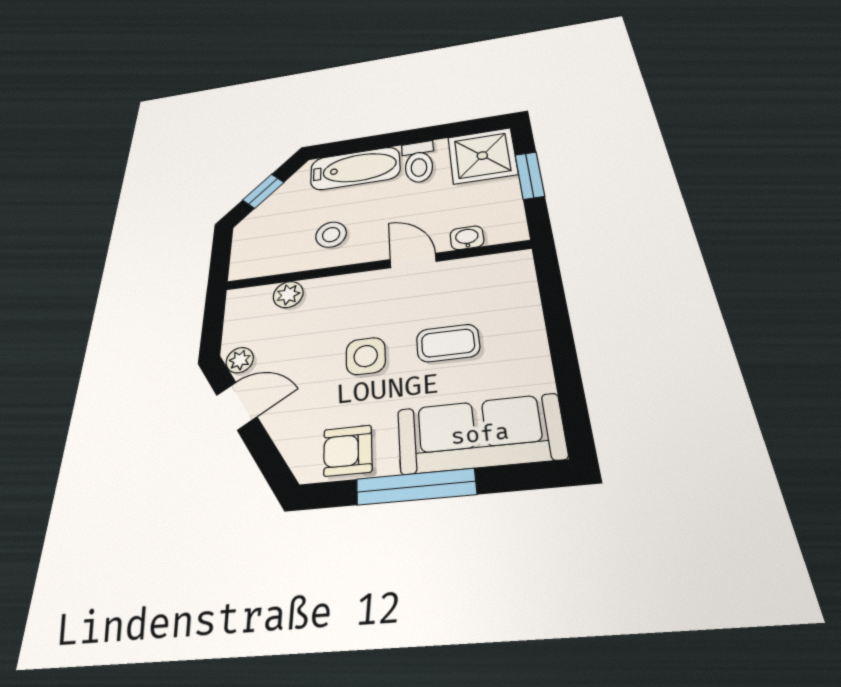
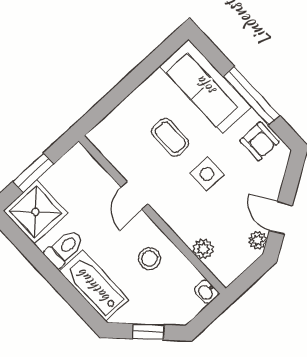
washbasin: (467, 238) -> (207, 292), moved

